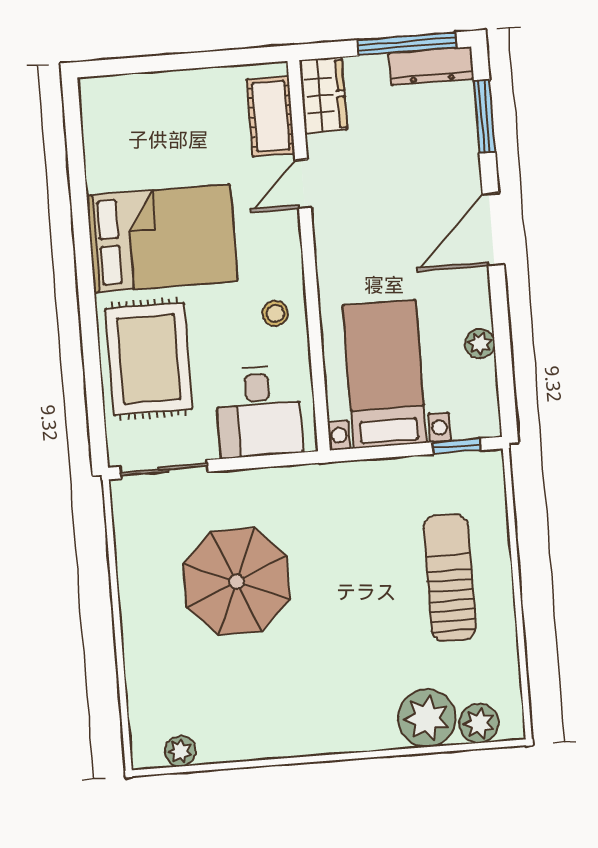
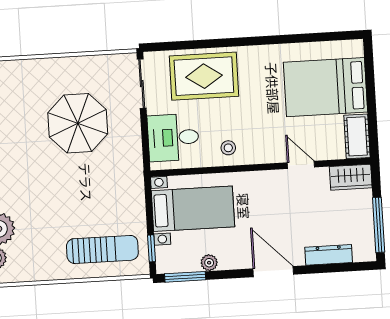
dresser: (431, 66) -> (329, 255), moved, turned 90
cot: (271, 116) -> (357, 136), moved, turned 90
window: (485, 117) -> (185, 277), moved
bed: (162, 238) -> (325, 87), moved, turned 90
sun lounger: (450, 578) -> (102, 249), moved

